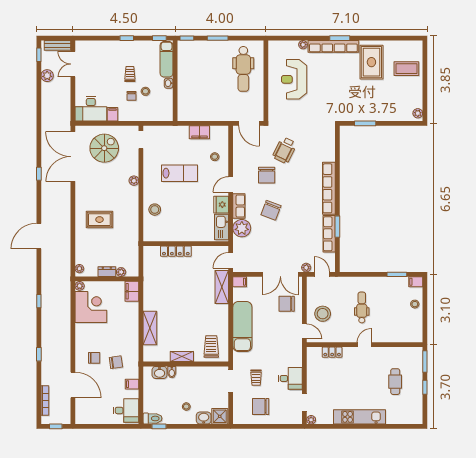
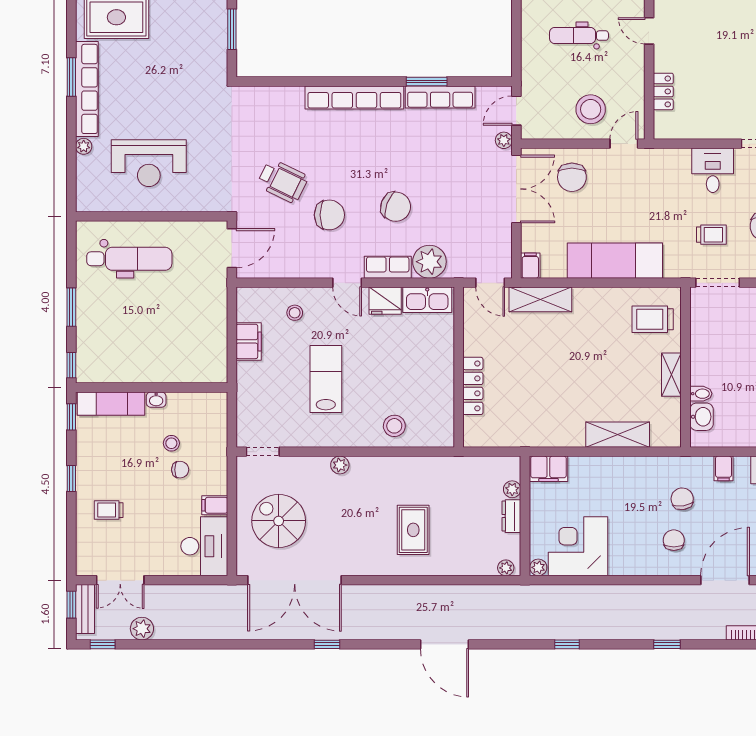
window: (60, 38) -> (71, 605), added
trolley: (130, 74) -> (109, 510), moved

